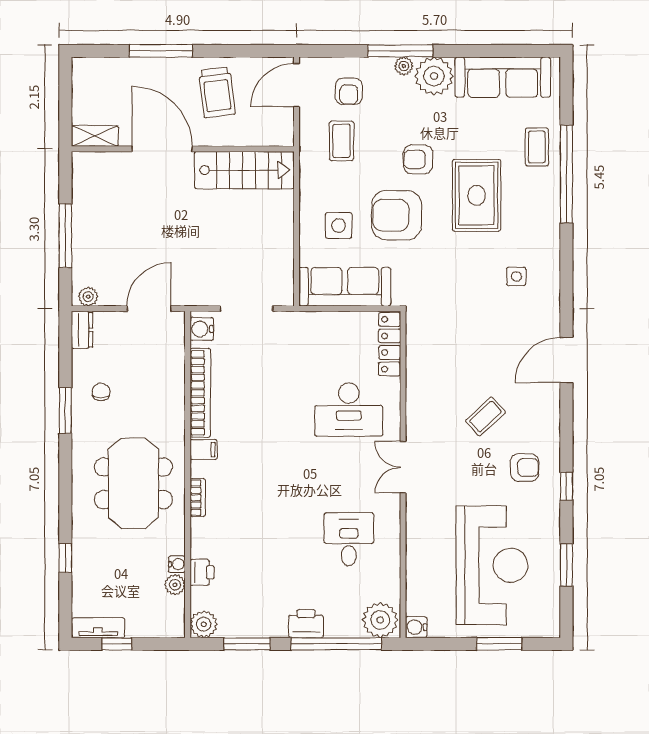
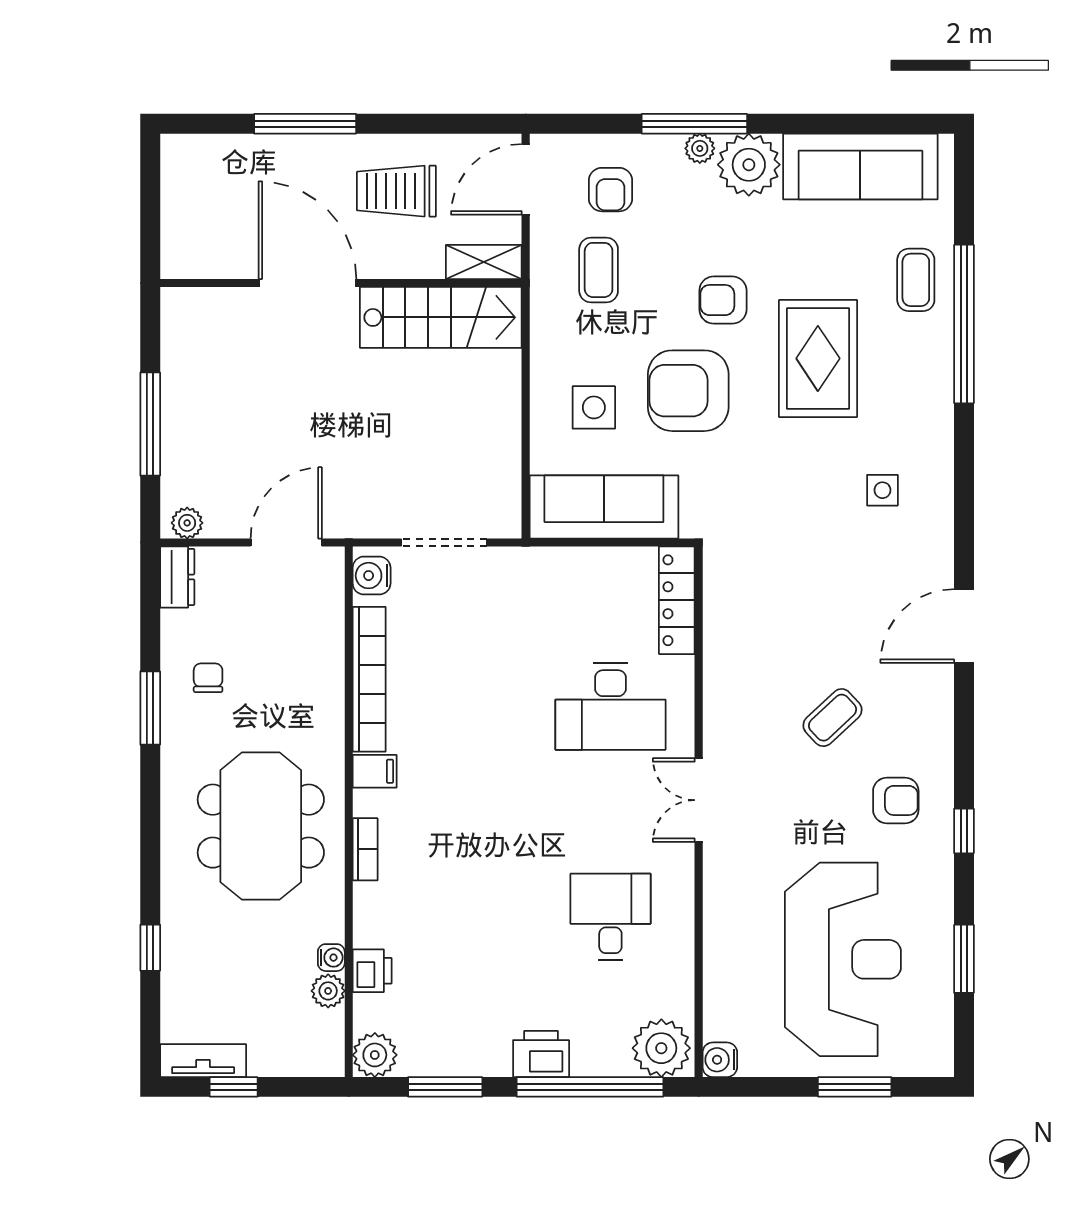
trolley: (217, 92) -> (396, 191), turned 97
shelving: (95, 136) -> (484, 262), moved

